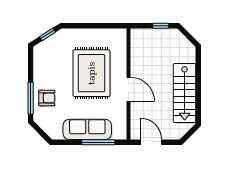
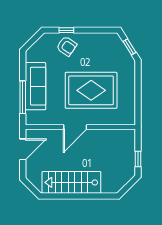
window: (31, 98) -> (66, 30), width x0.46
armchair: (47, 98) -> (67, 46), turned -56

